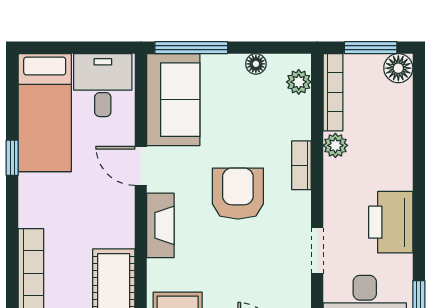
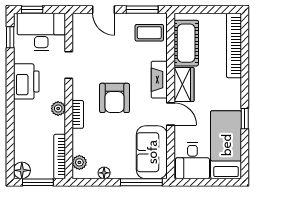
plant: (335, 145) -> (58, 109), moved
wardrobe: (118, 217) -> (184, 85), added

